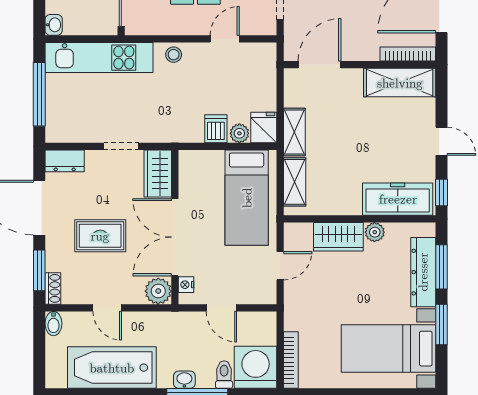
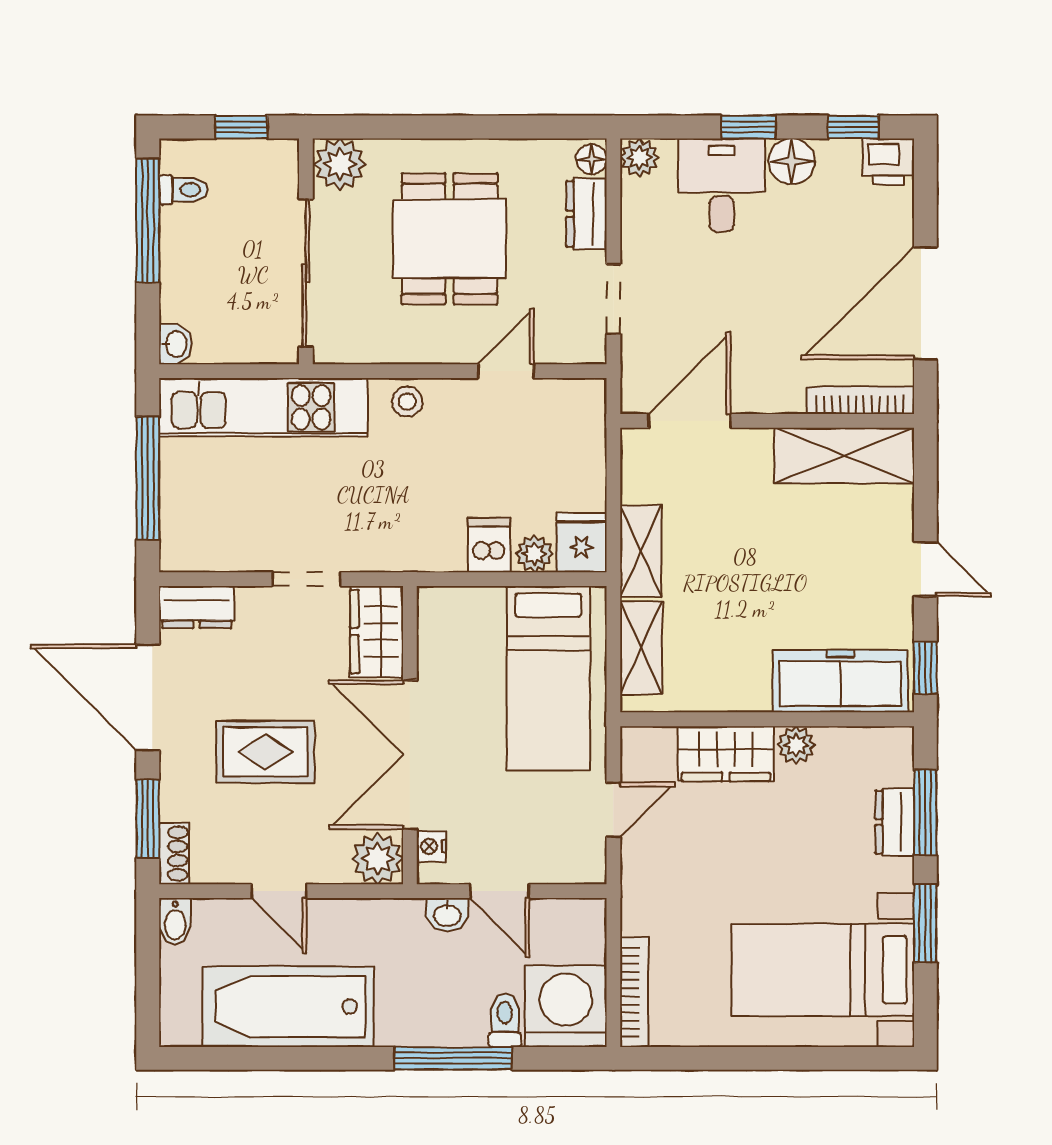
dresser: (423, 272) -> (895, 822), width x0.51, depth x0.80
washbasin: (184, 380) -> (447, 915), moved, turned 180

